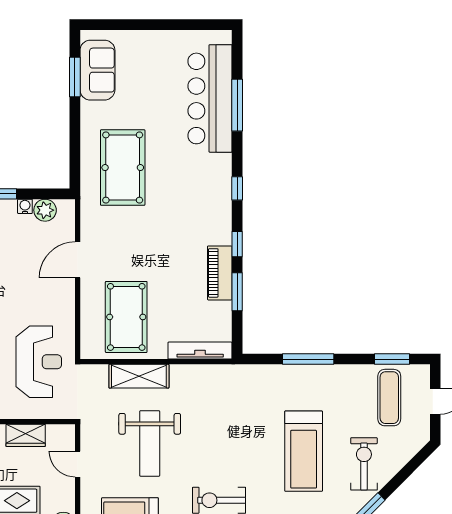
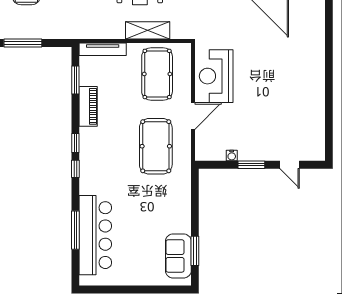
pool table: (123, 168) -> (156, 146), moved
plant: (45, 210) -> (217, 153), removed
window: (237, 244) -> (75, 143), moved
window: (237, 292) -> (75, 80), moved
reception desk: (39, 362) -> (216, 76), moved

